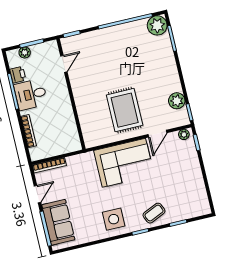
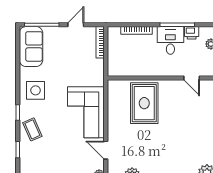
rug: (125, 110) -> (144, 103), moved, turned 90
door: (37, 194) -> (76, 25), swing flipped
sofa: (58, 222) -> (31, 46), moved, turned -90

